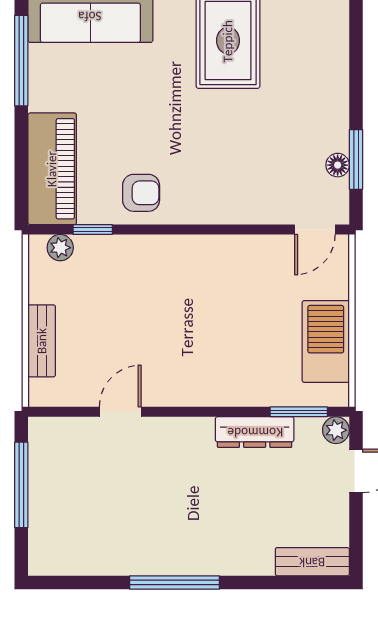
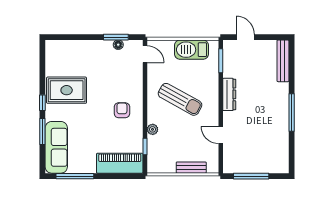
armchair: (141, 193) -> (122, 110), moved
plant: (60, 248) -> (153, 129), moved
sun lounger: (206, 314) -> (180, 99), added
plant: (336, 430) -> (228, 45), removed
dresser: (255, 432) -> (229, 94), moved
bench: (312, 562) -> (283, 61), width x1.36

